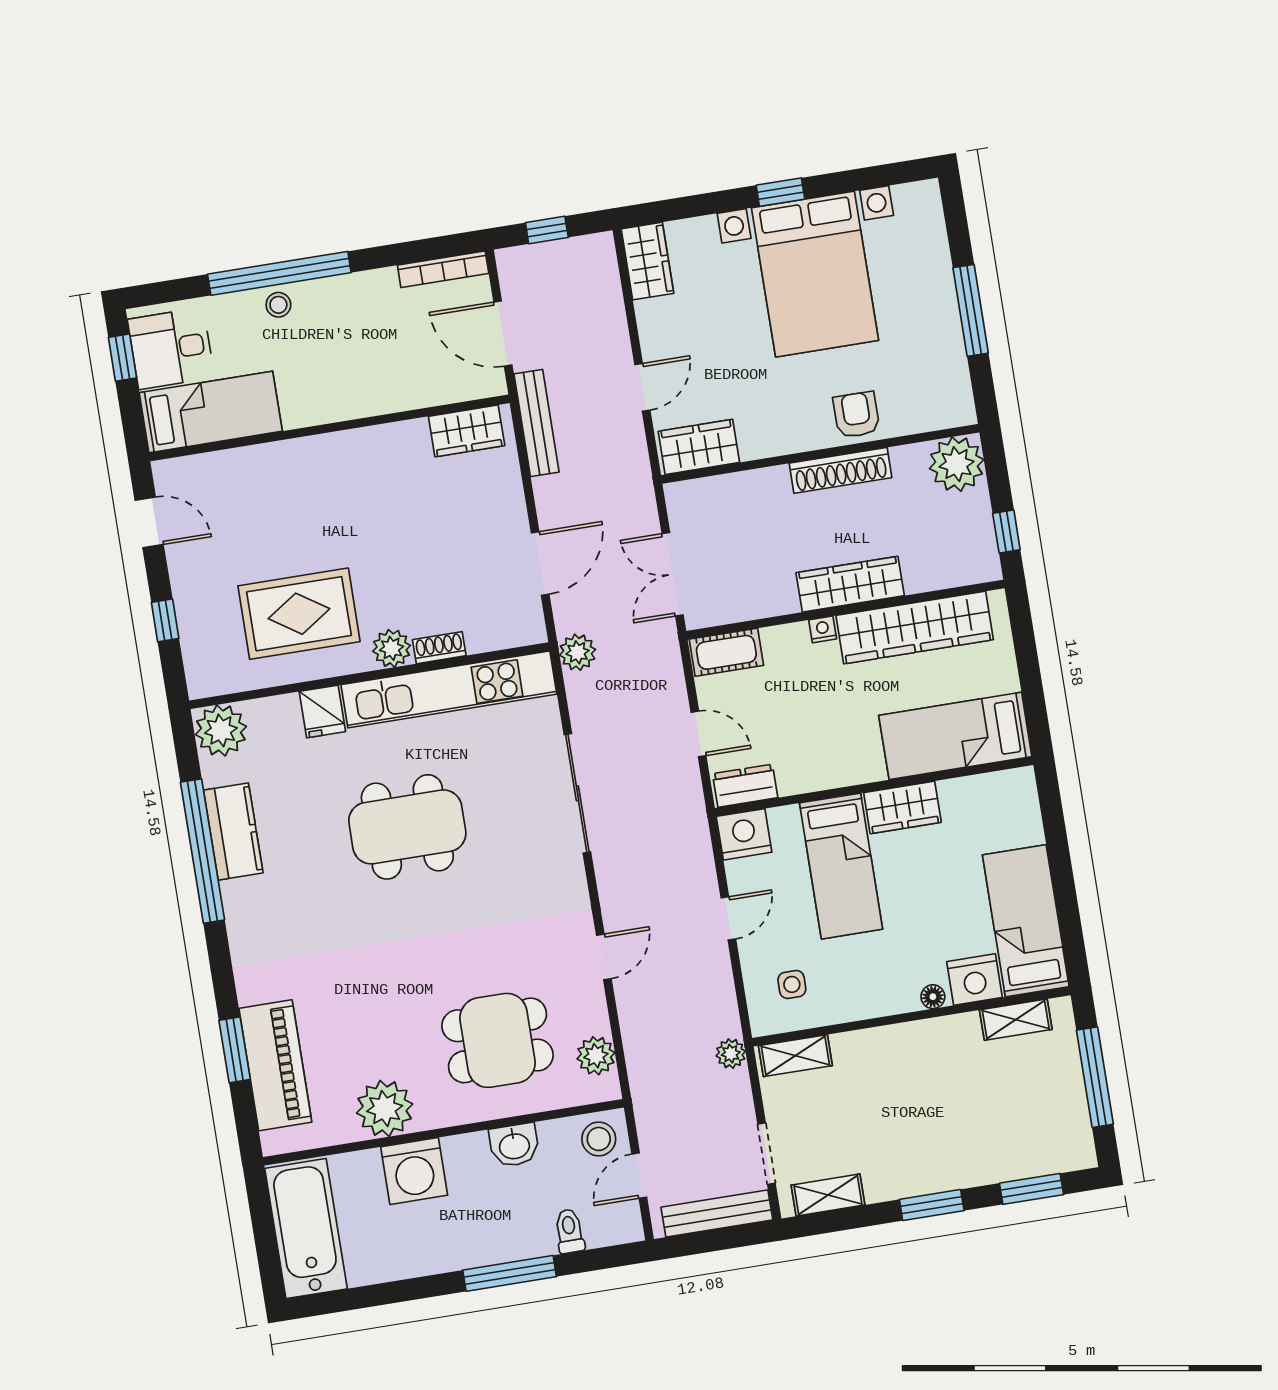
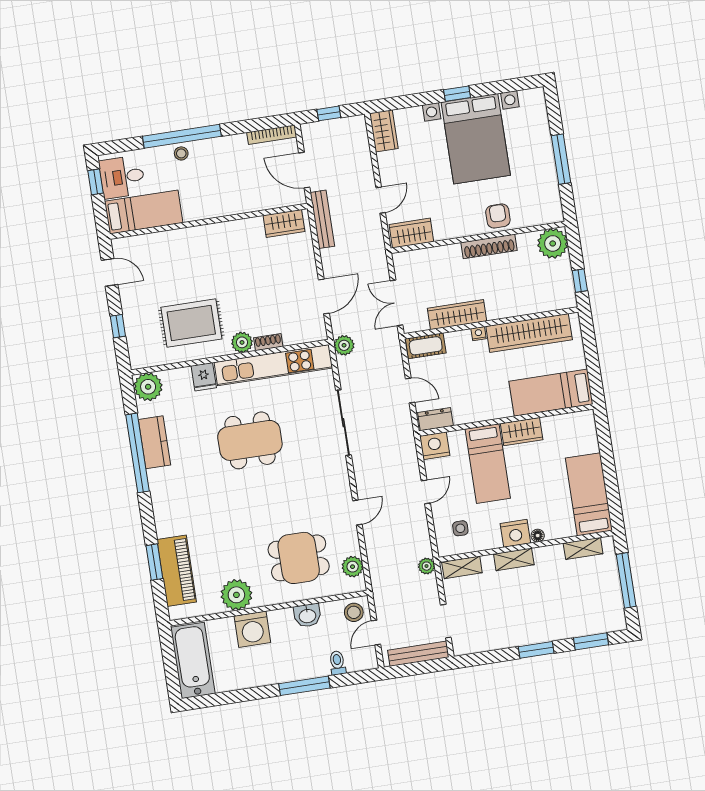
wardrobe: (850, 584) -> (457, 315), moved
nightstand: (975, 980) -> (515, 533), moved
shelving: (828, 1195) -> (514, 559), moved

